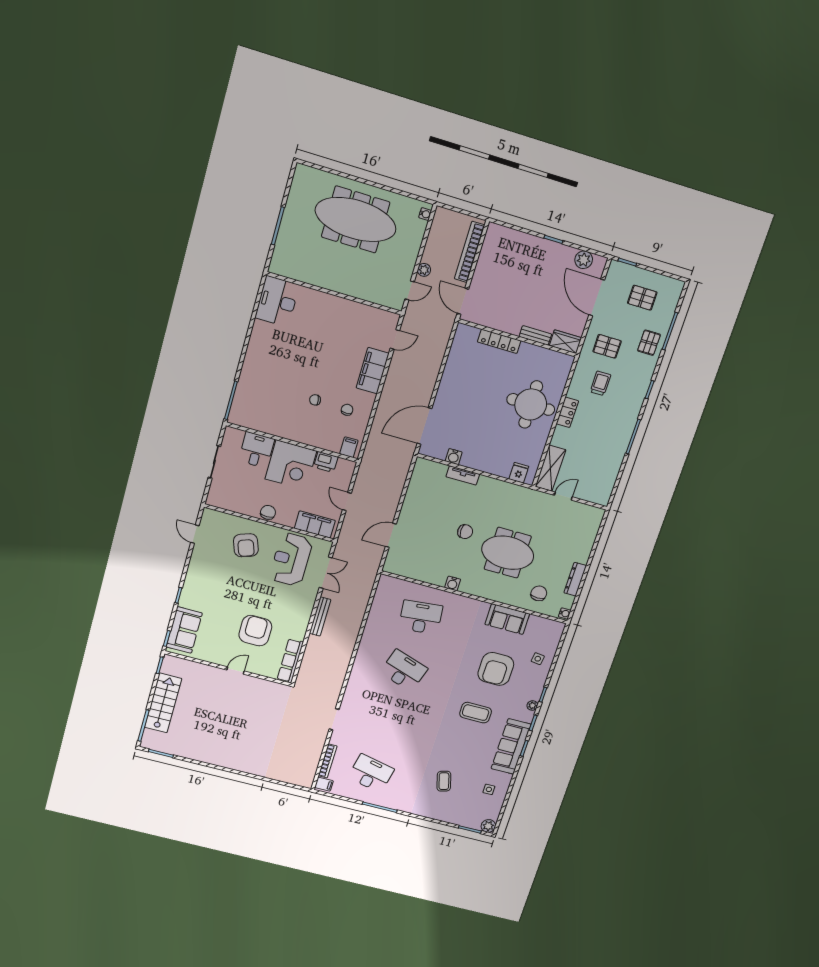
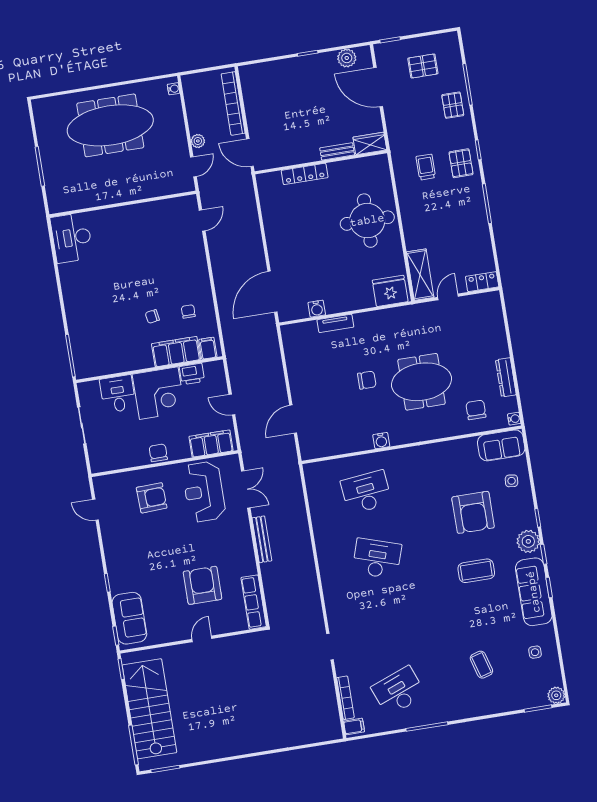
pallet: (607, 346) -> (461, 163), moved, turned 90
filing cabinet: (373, 371) -> (176, 352), moved, turned 90
locker: (567, 412) -> (482, 282), moved, turned -90
fridge: (519, 473) -> (390, 291), width x1.88, depth x1.34
armchair: (246, 545) -> (152, 498), turned -73
sofa: (507, 619) -> (501, 445), moved
stairs: (163, 703) -> (149, 709), width x1.36, depth x1.51
plant: (532, 706) -> (528, 541), width x1.88, depth x1.88
desk: (371, 773) -> (398, 691), turned -33

